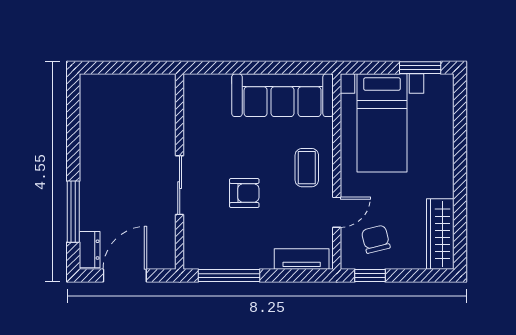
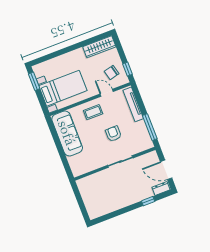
window: (73, 212) -> (148, 201), width x0.46
tv unit: (302, 259) -> (133, 104), width x1.41

